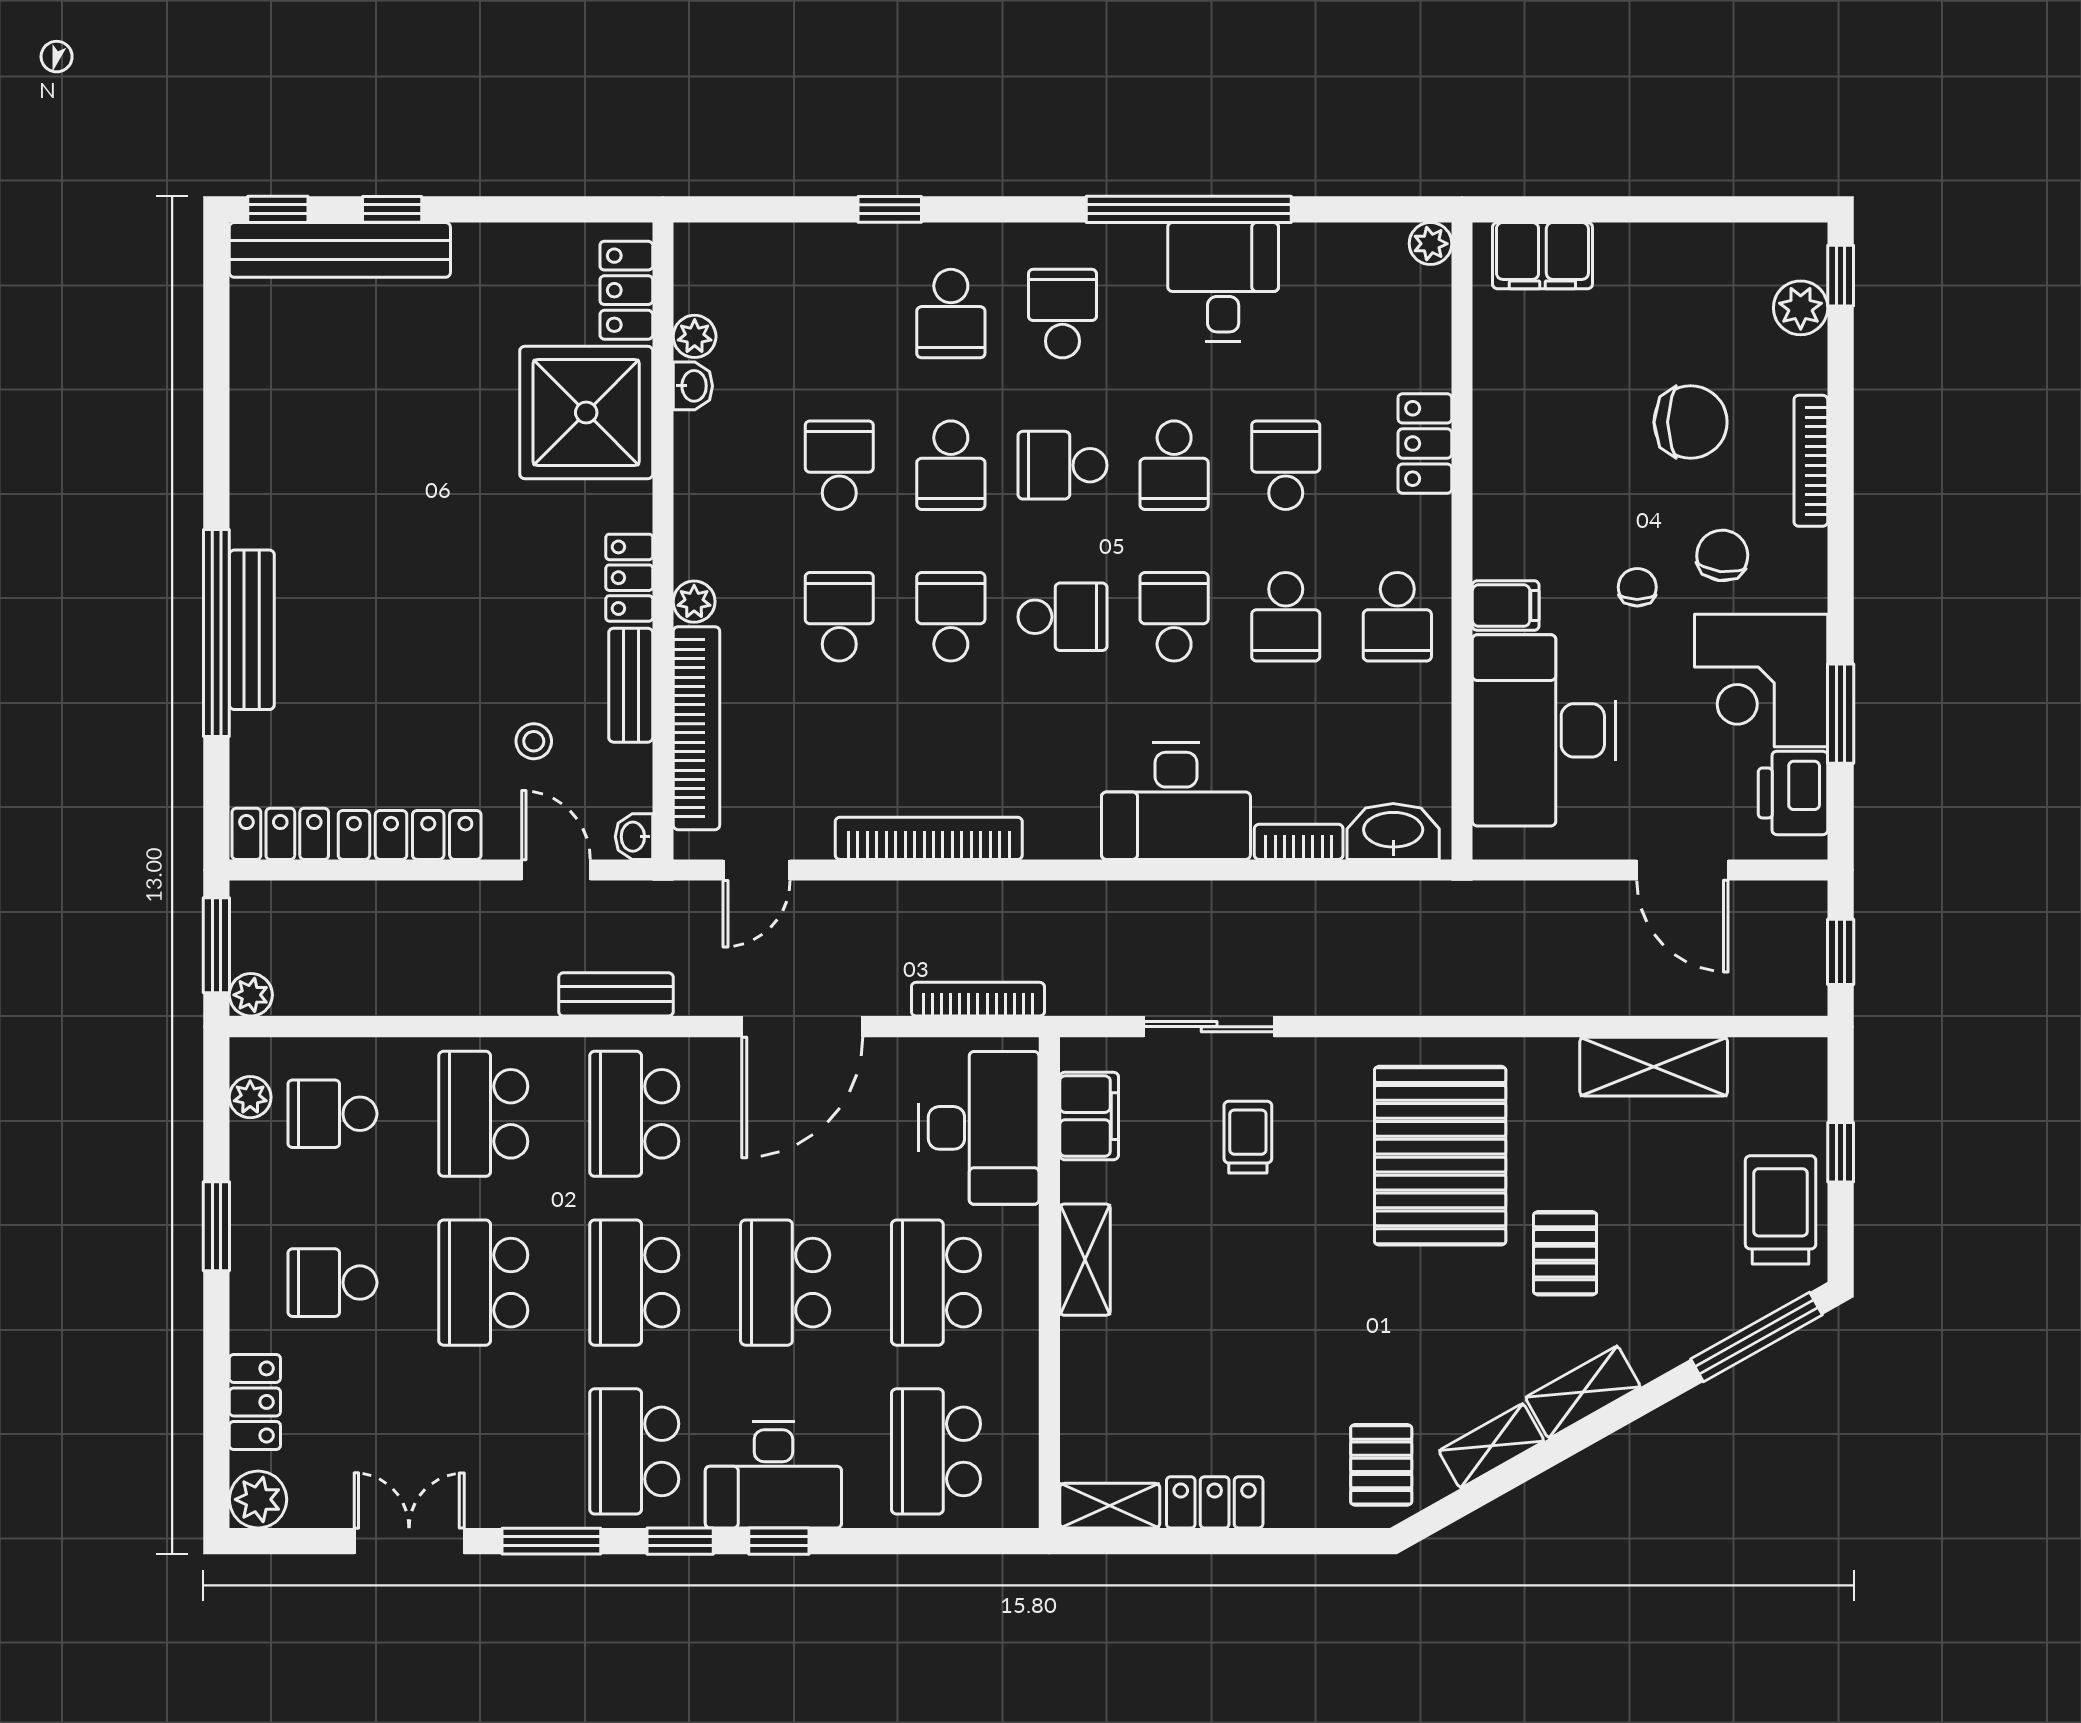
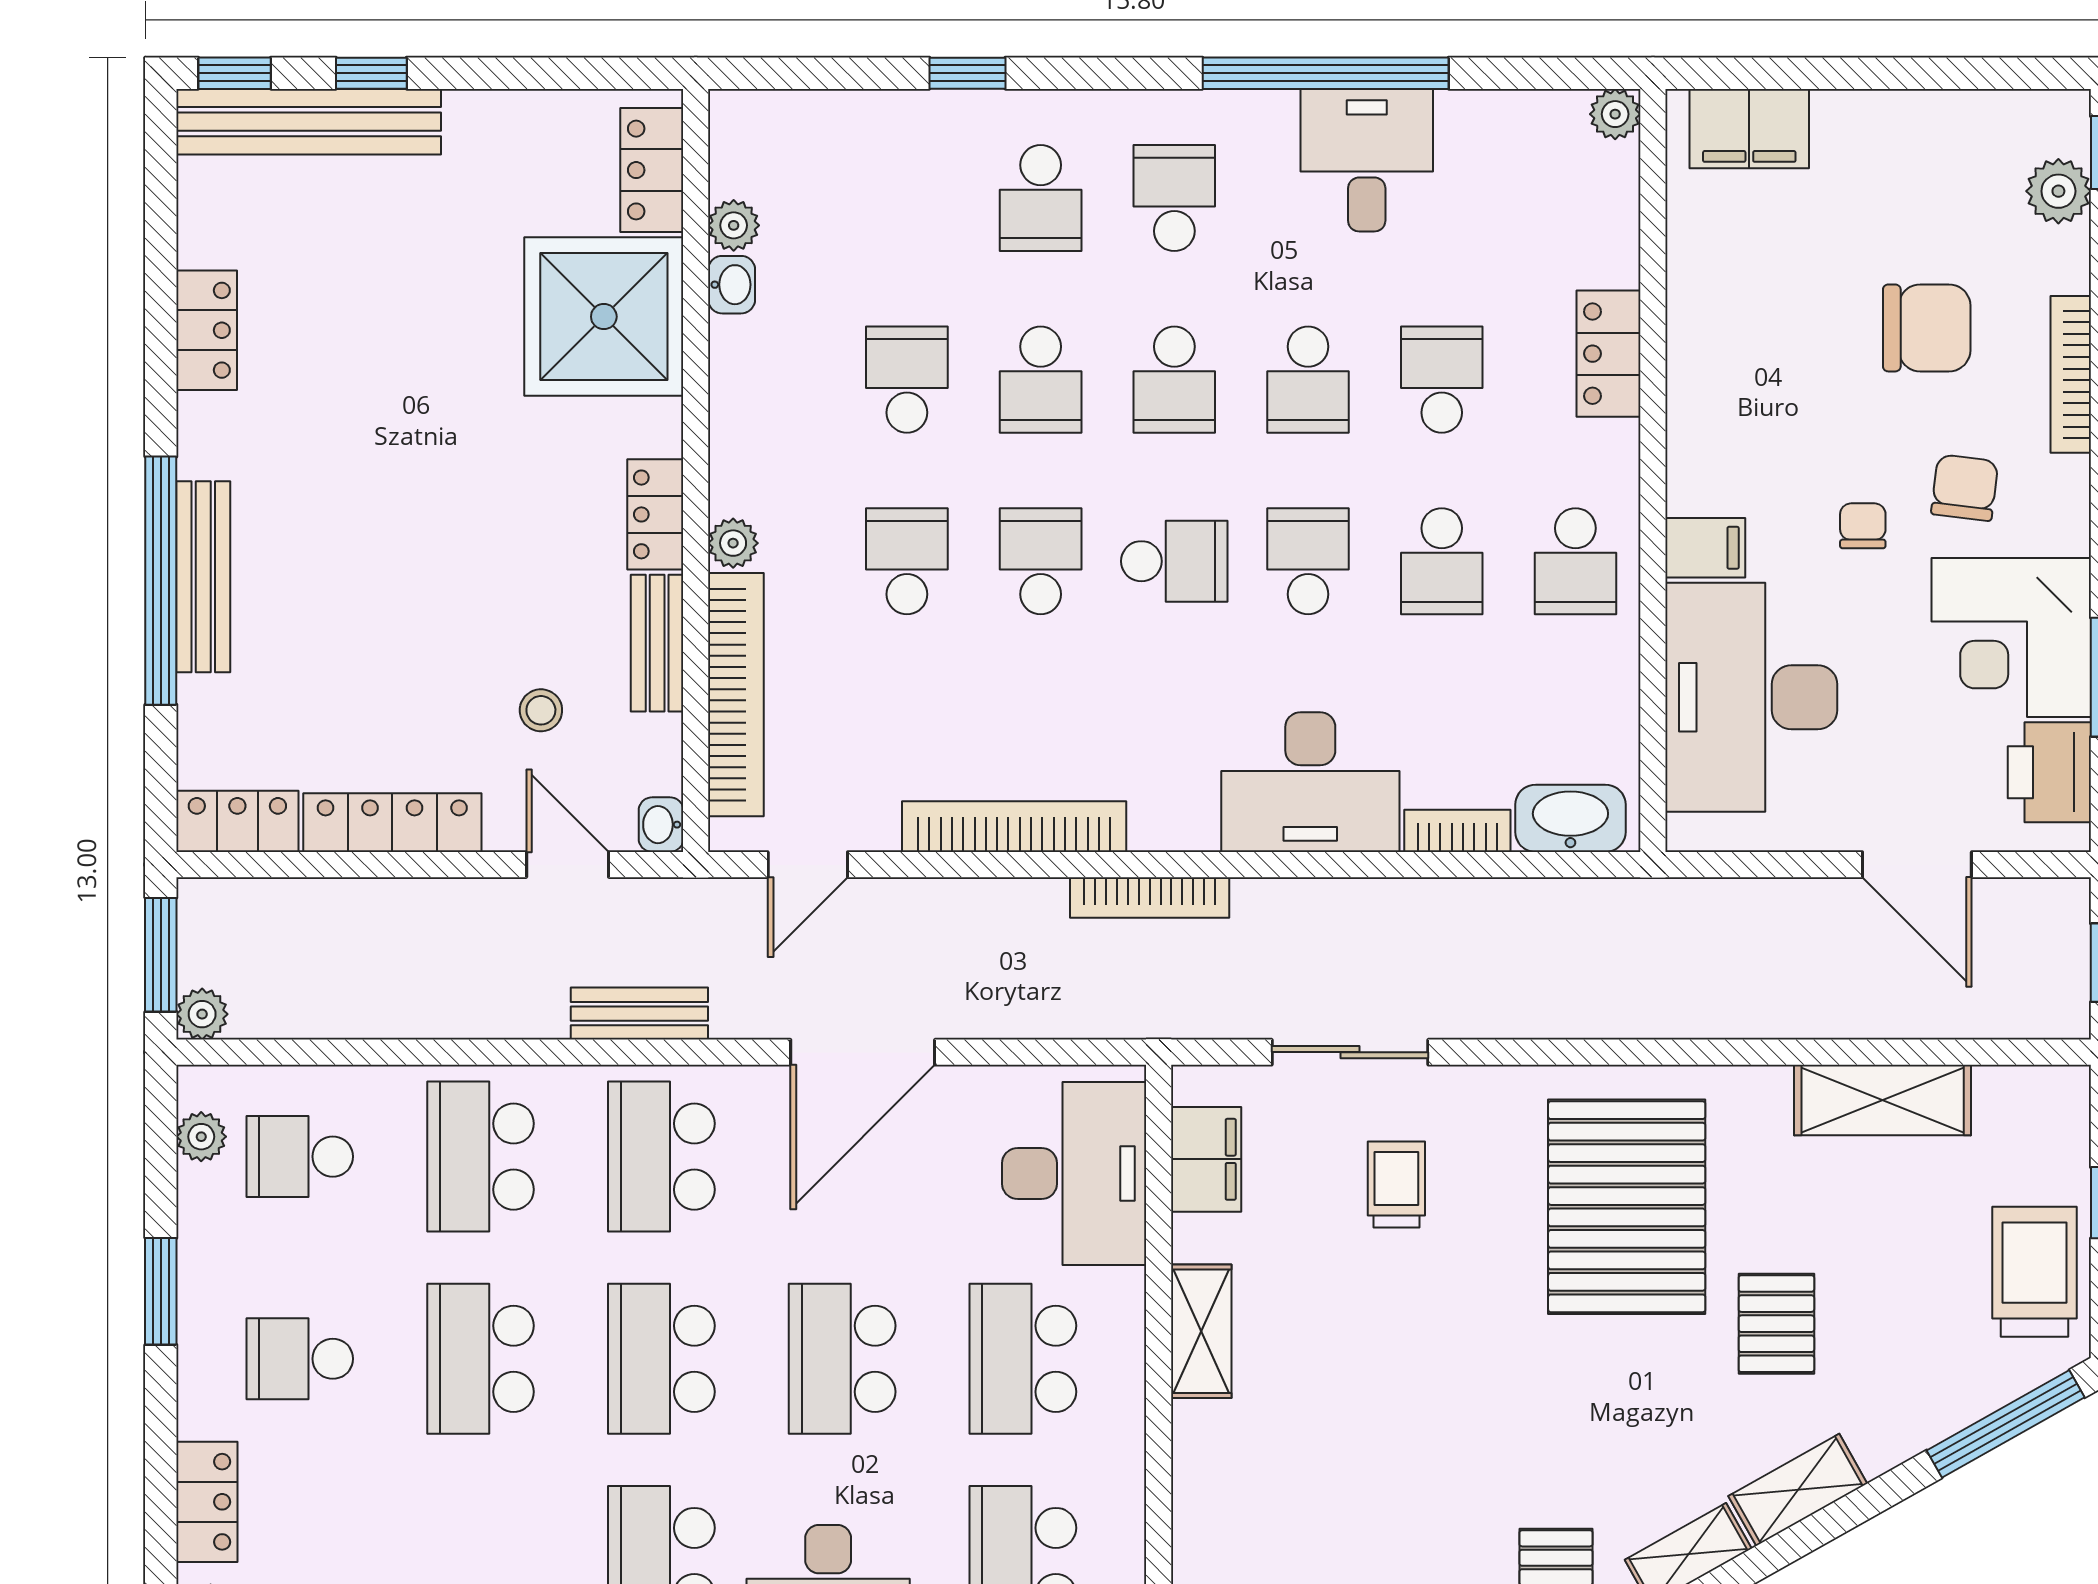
locker: (255, 424) -> (207, 330), added
school desk: (1062, 465) -> (1174, 380), turned -90
bookcase: (978, 999) -> (1150, 897), moved, turned 180

